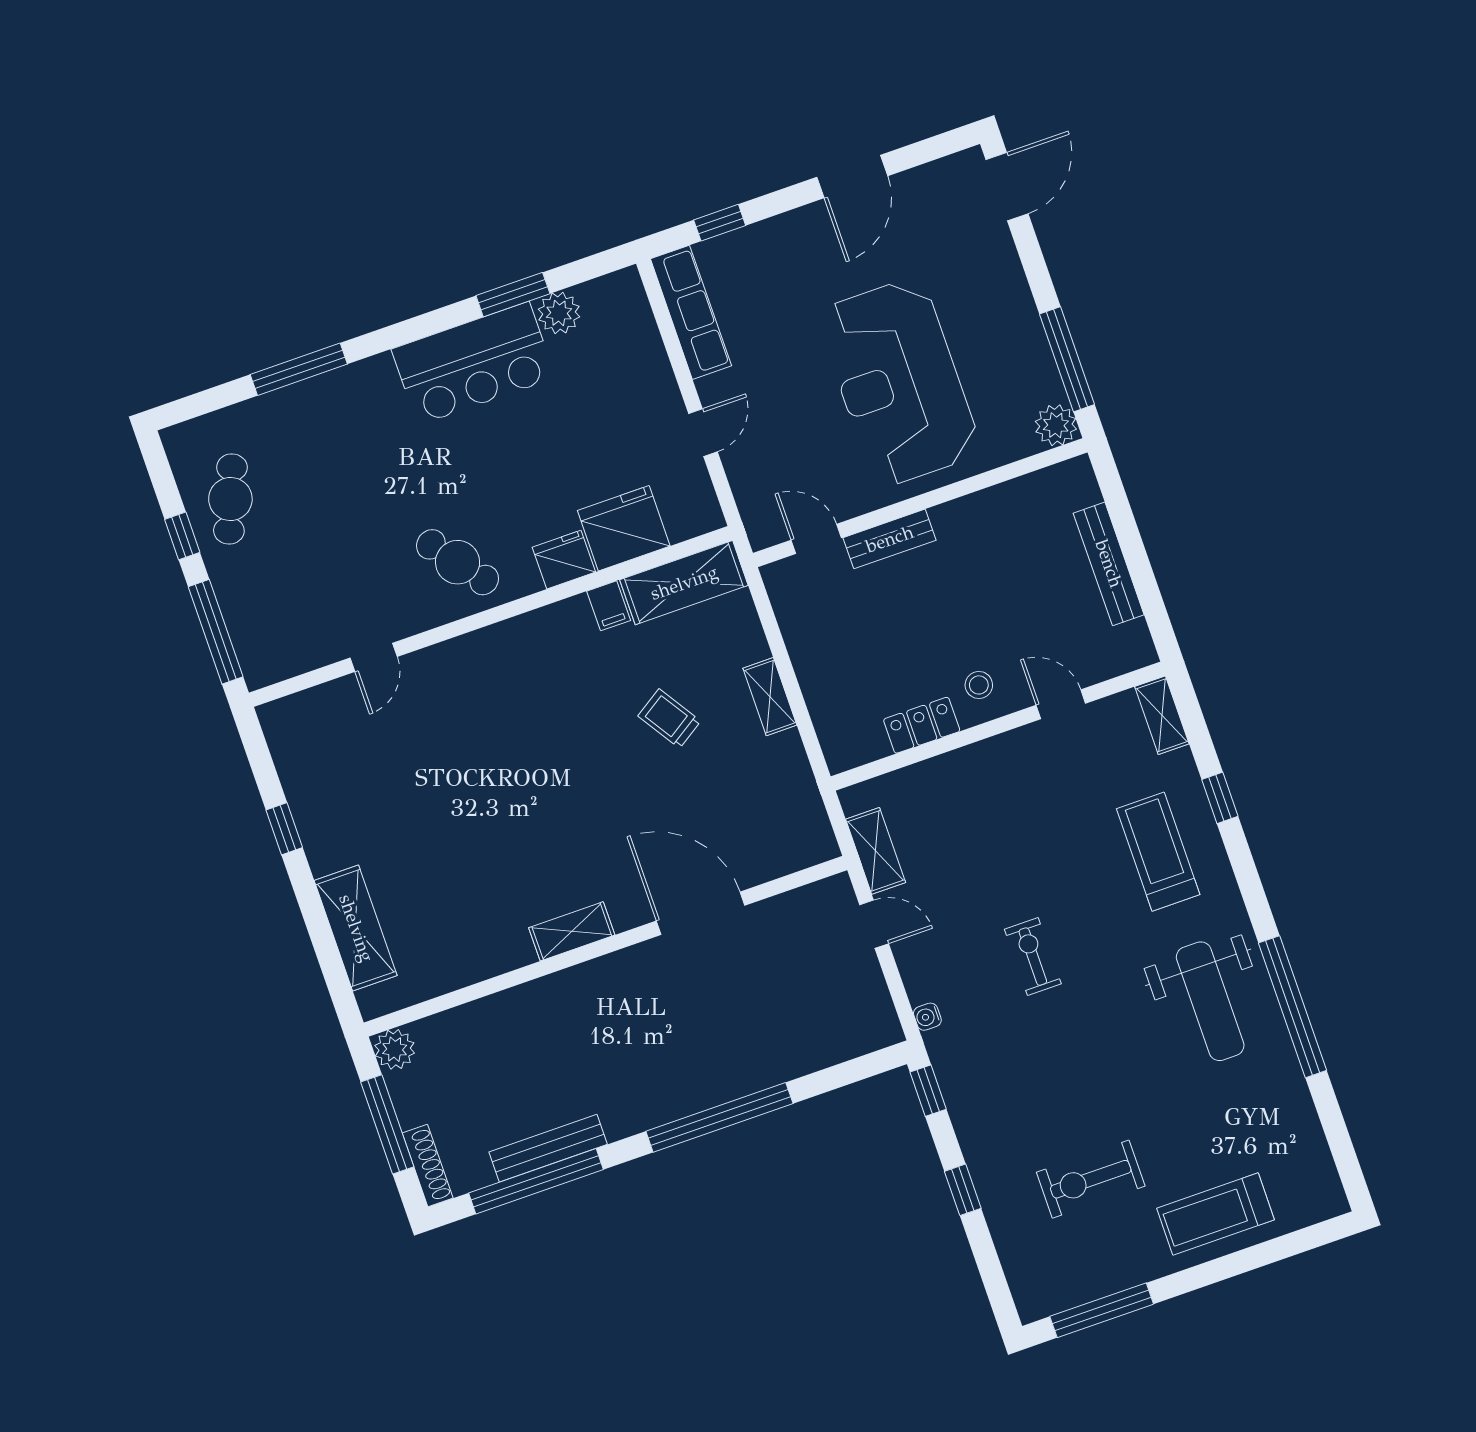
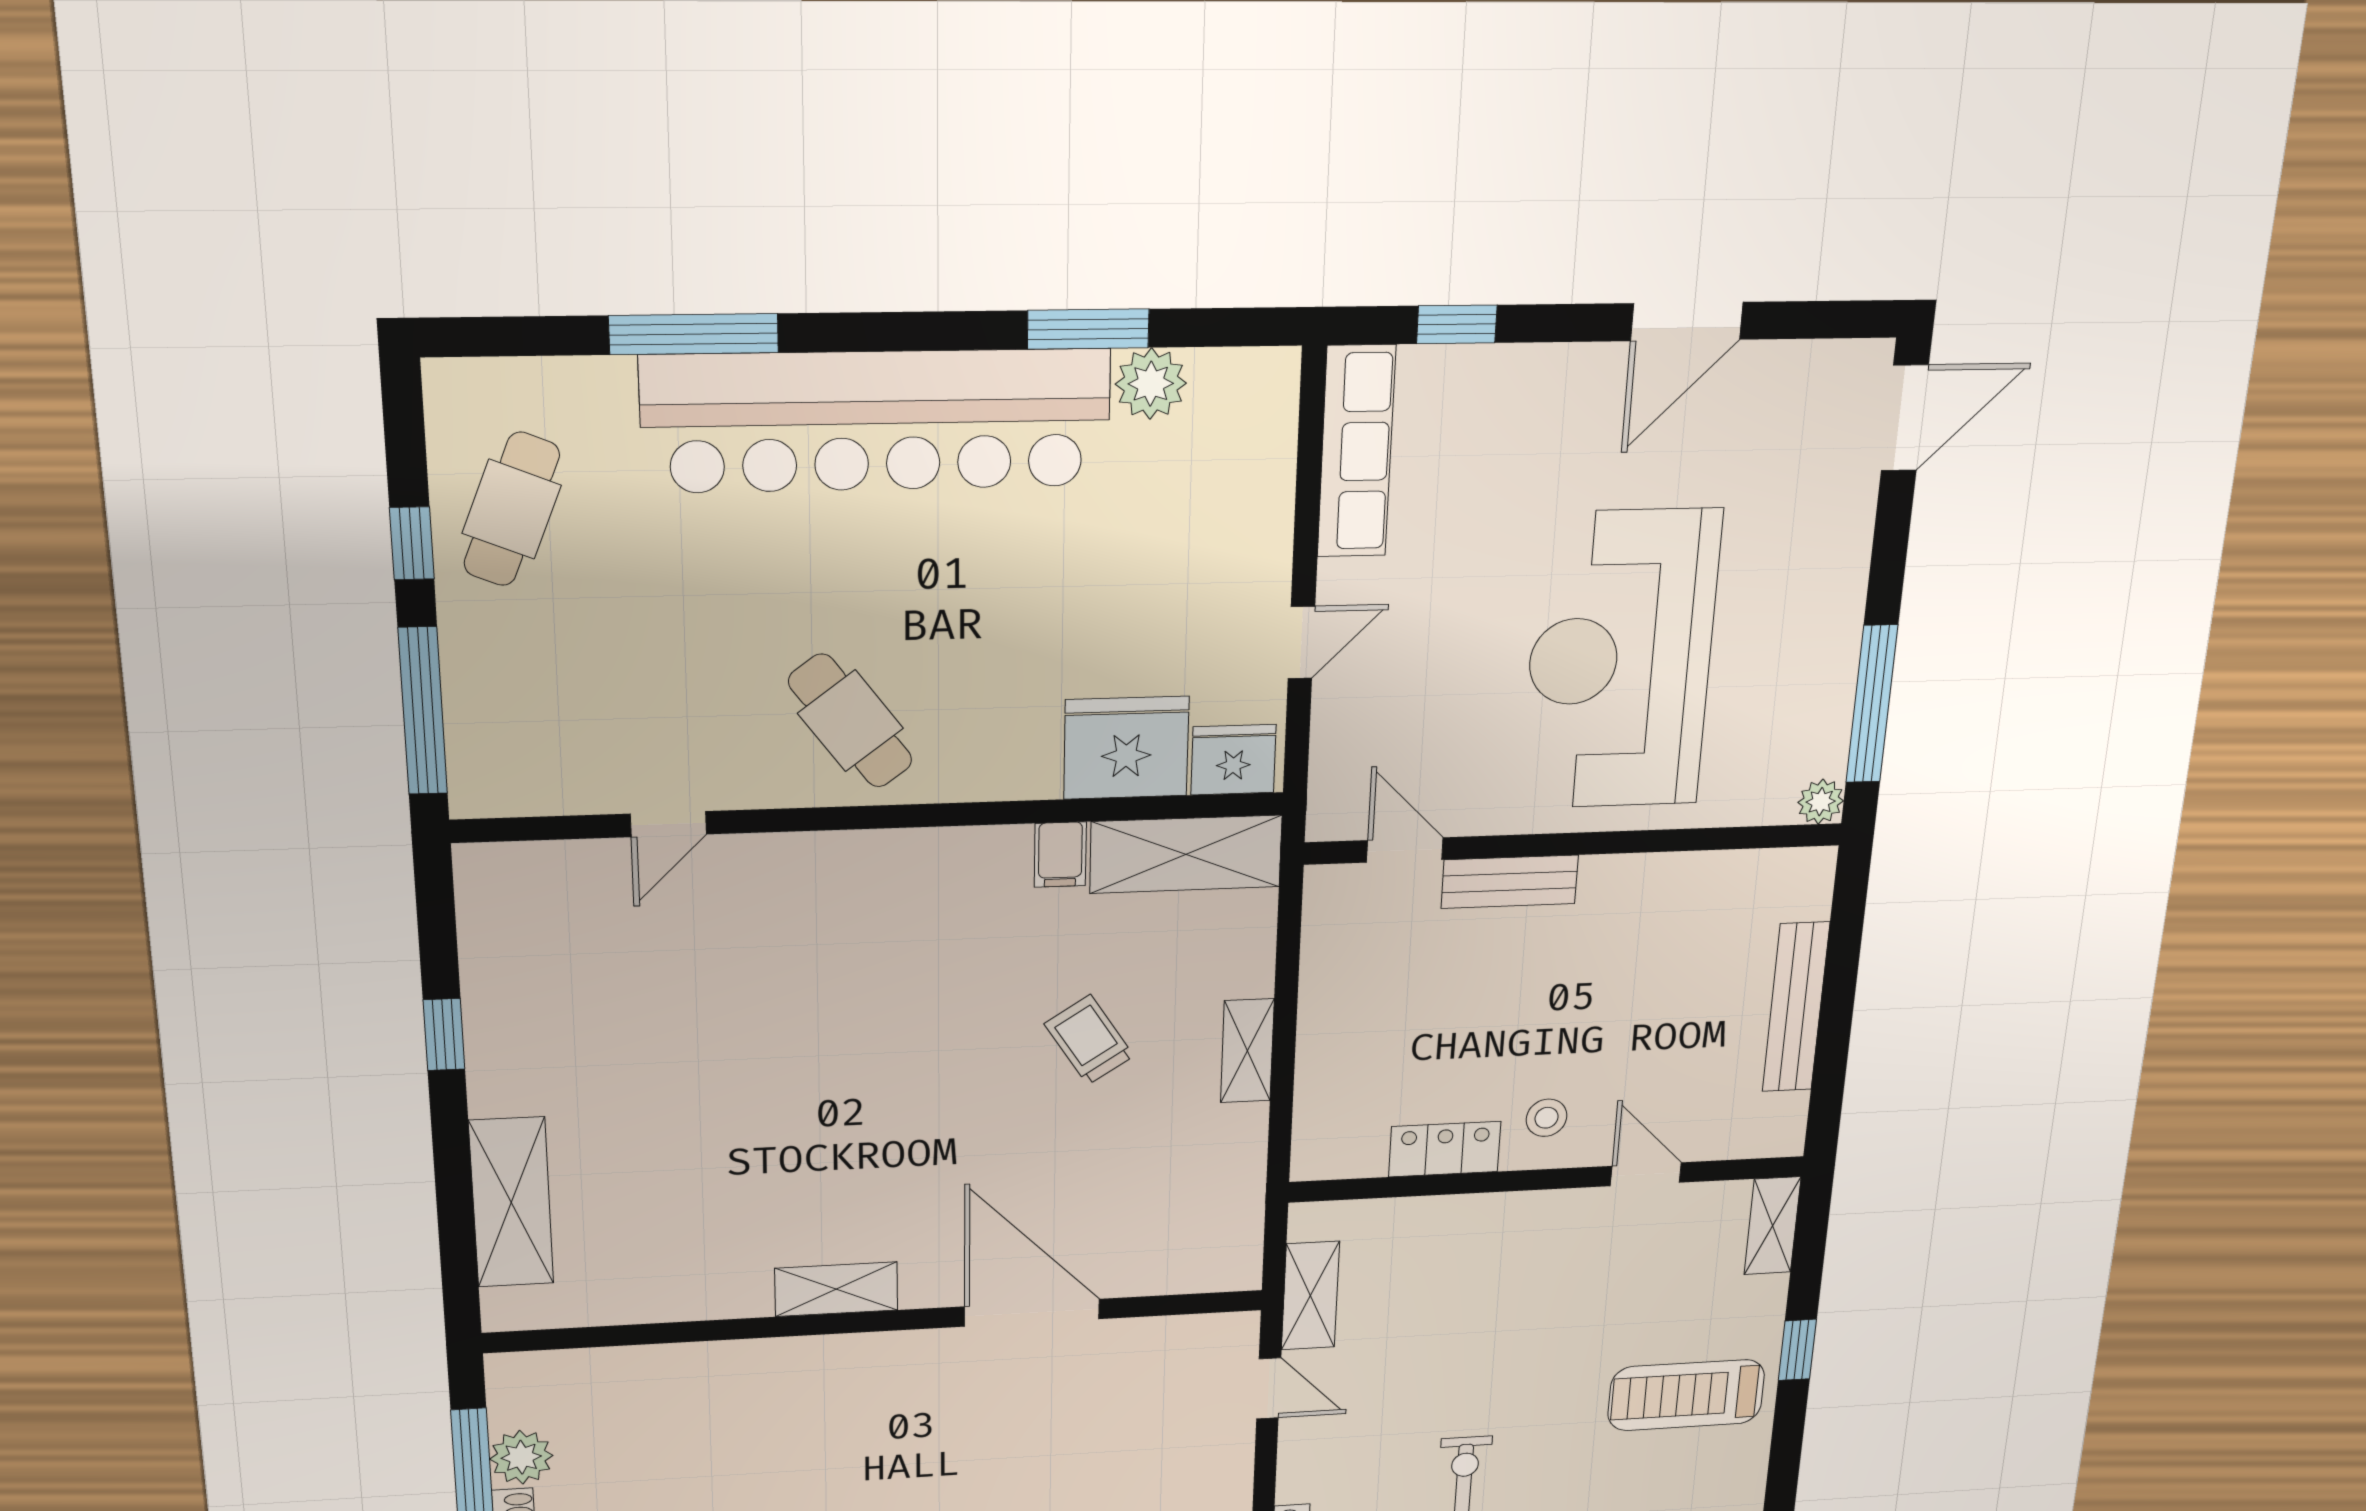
bar counter: (473, 363) -> (877, 421), width x1.86
plant: (1056, 425) -> (1821, 802), width x0.73, depth x0.73
fridge: (564, 560) -> (1233, 760), moved
treadmill: (1158, 852) -> (1686, 1395), turned -90
plant: (395, 1049) -> (521, 1457), moved

